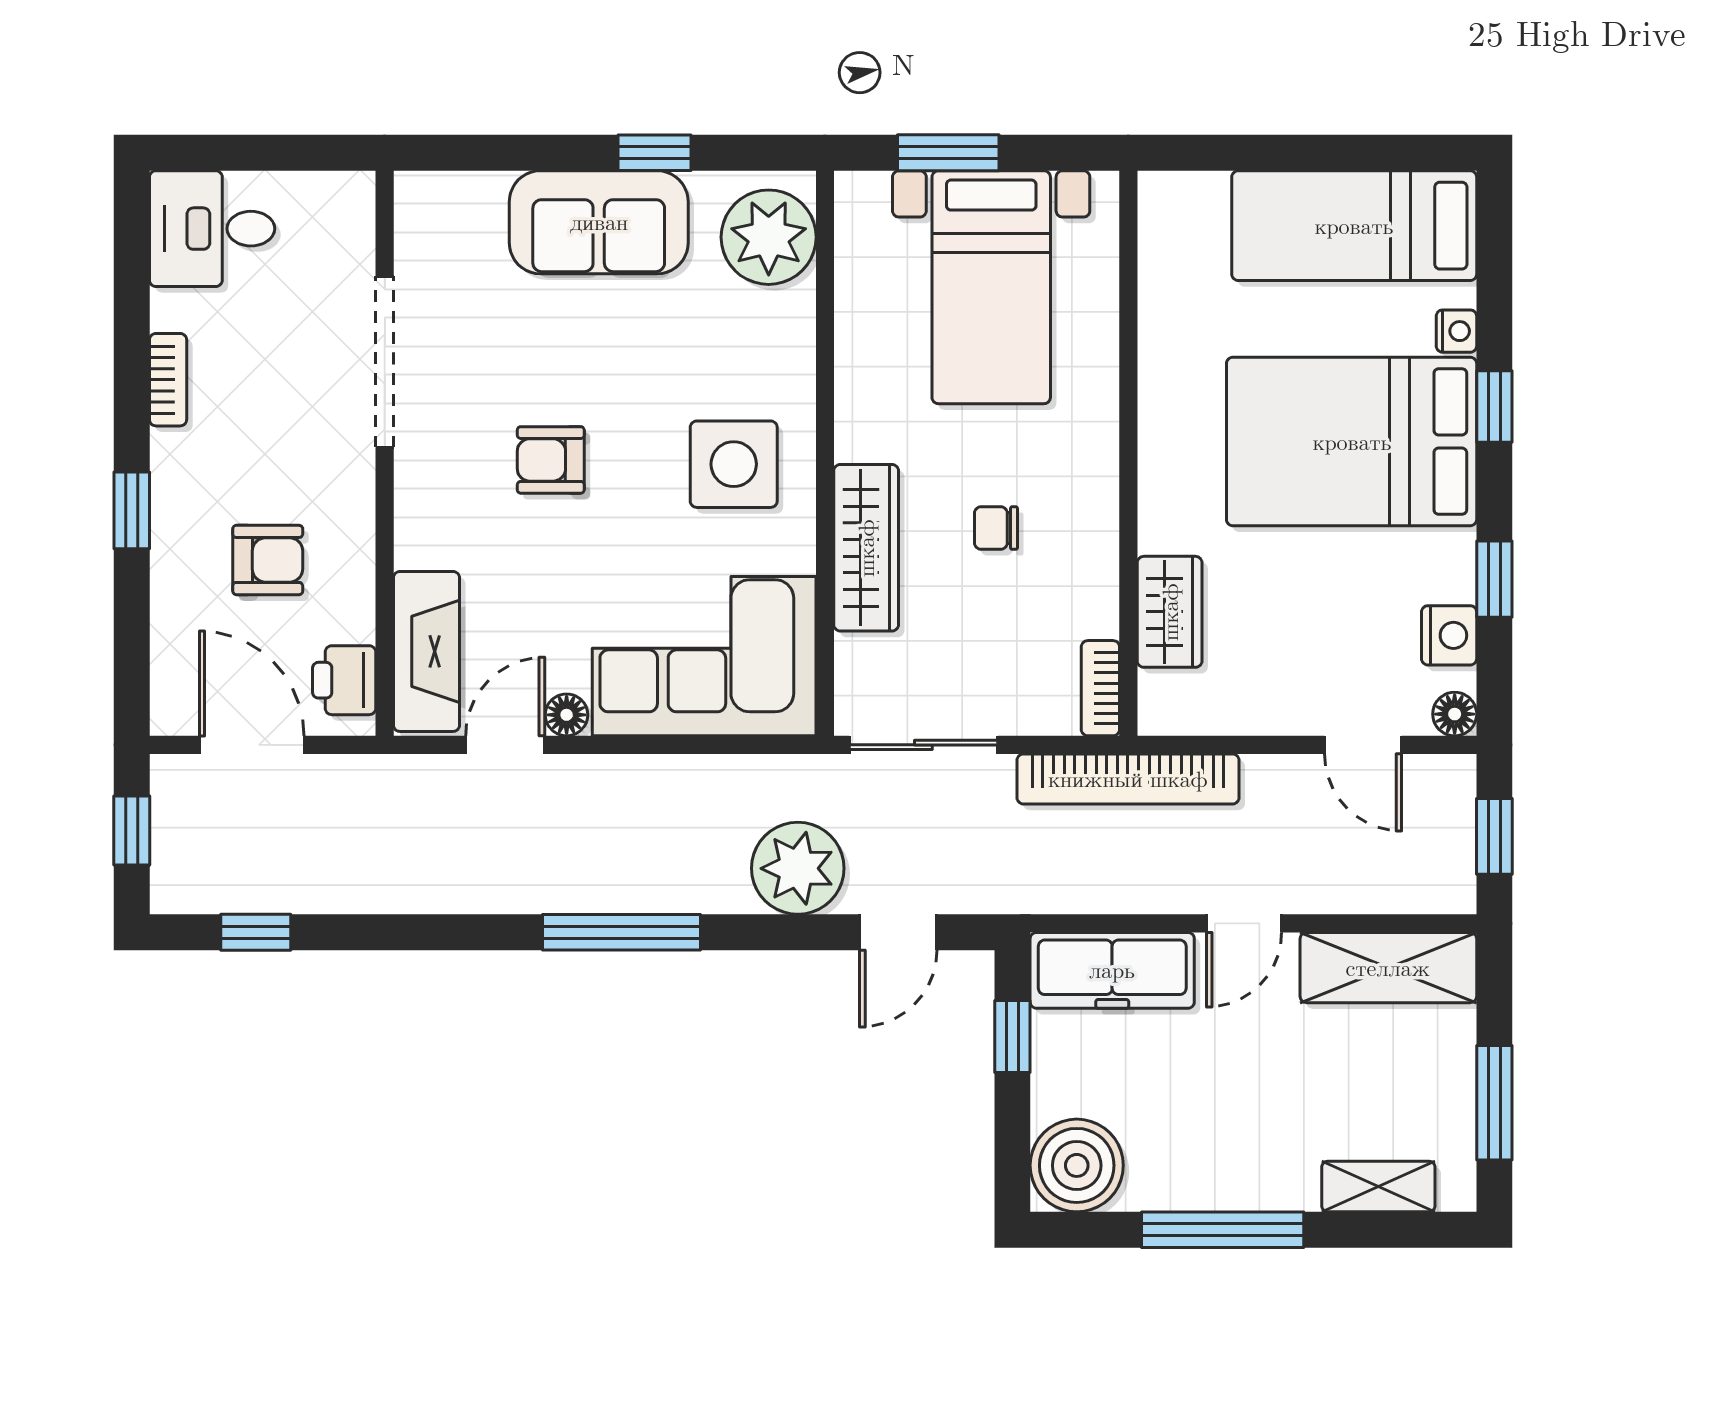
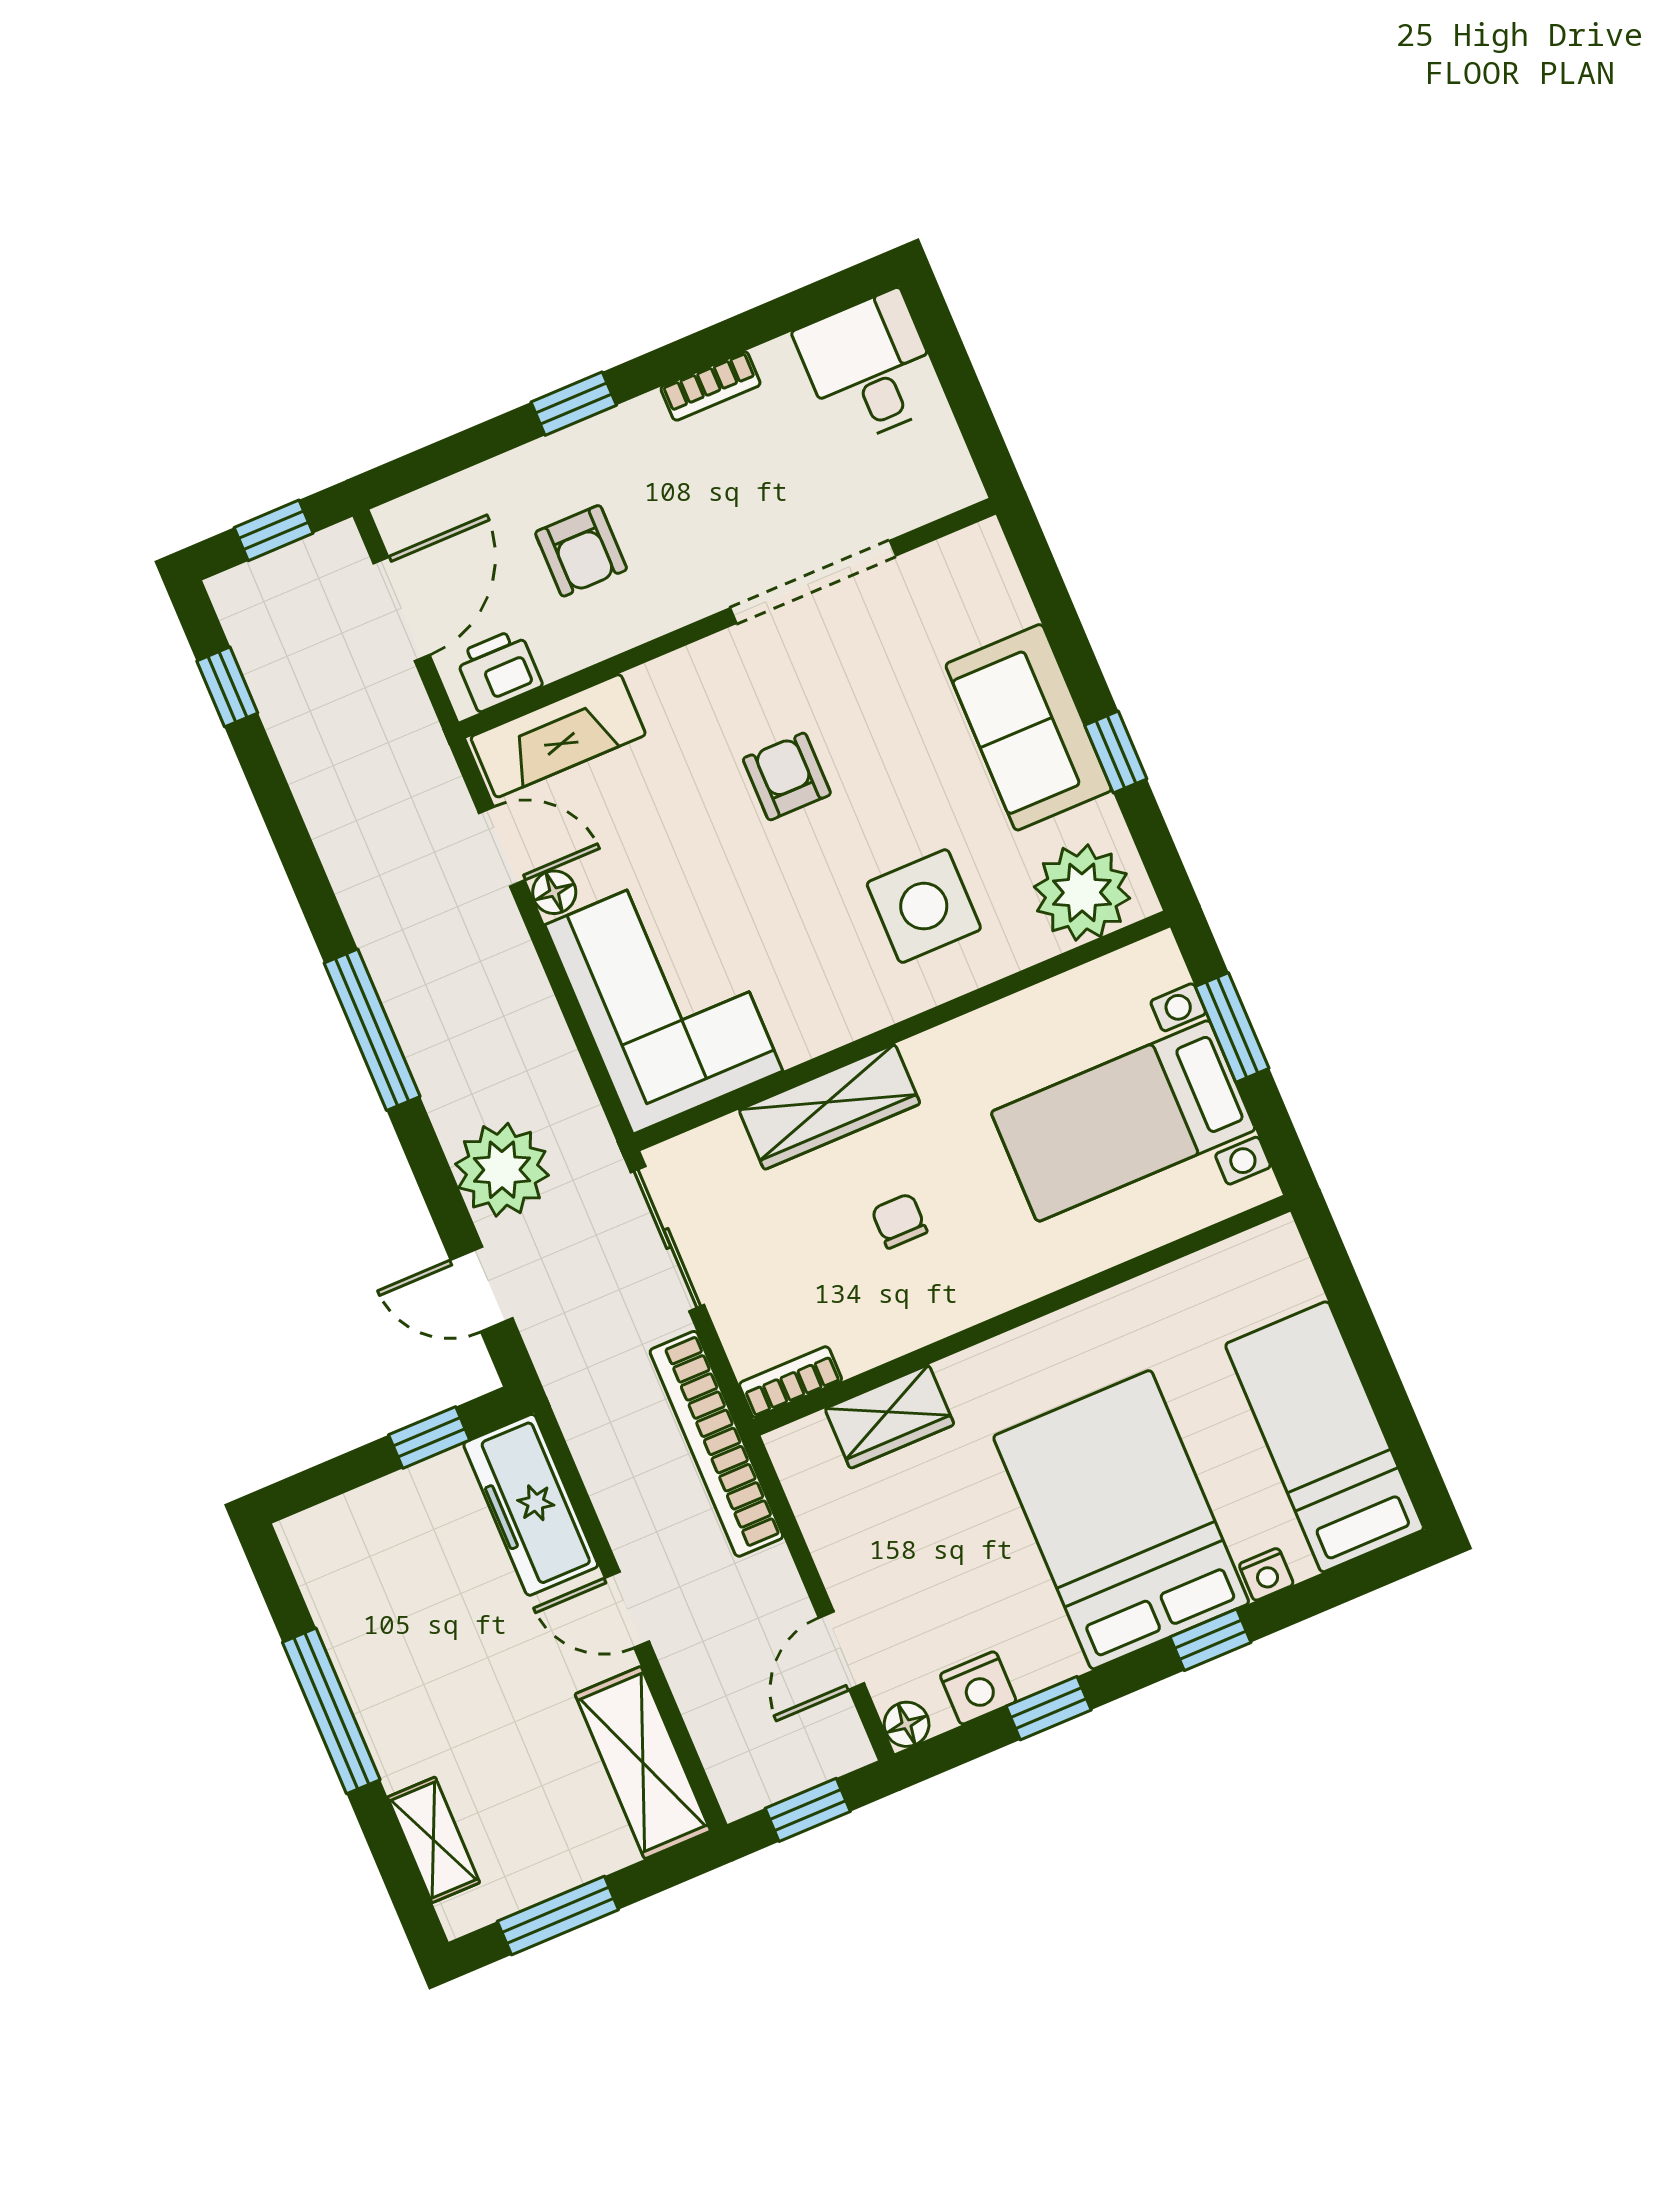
side table: (734, 464) -> (924, 906), moved
boiler: (1077, 1165) -> (334, 1549), removed

